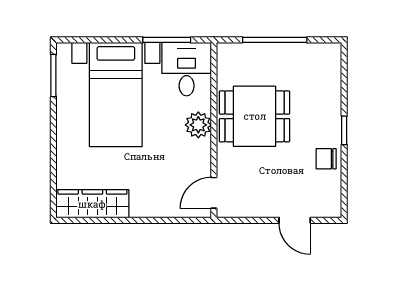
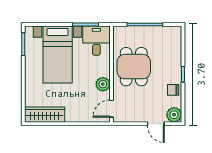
dining table: (255, 116) -> (134, 67), turned 90
plant: (198, 125) -> (103, 84), moved
plant: (328, 204) -> (174, 115), added

